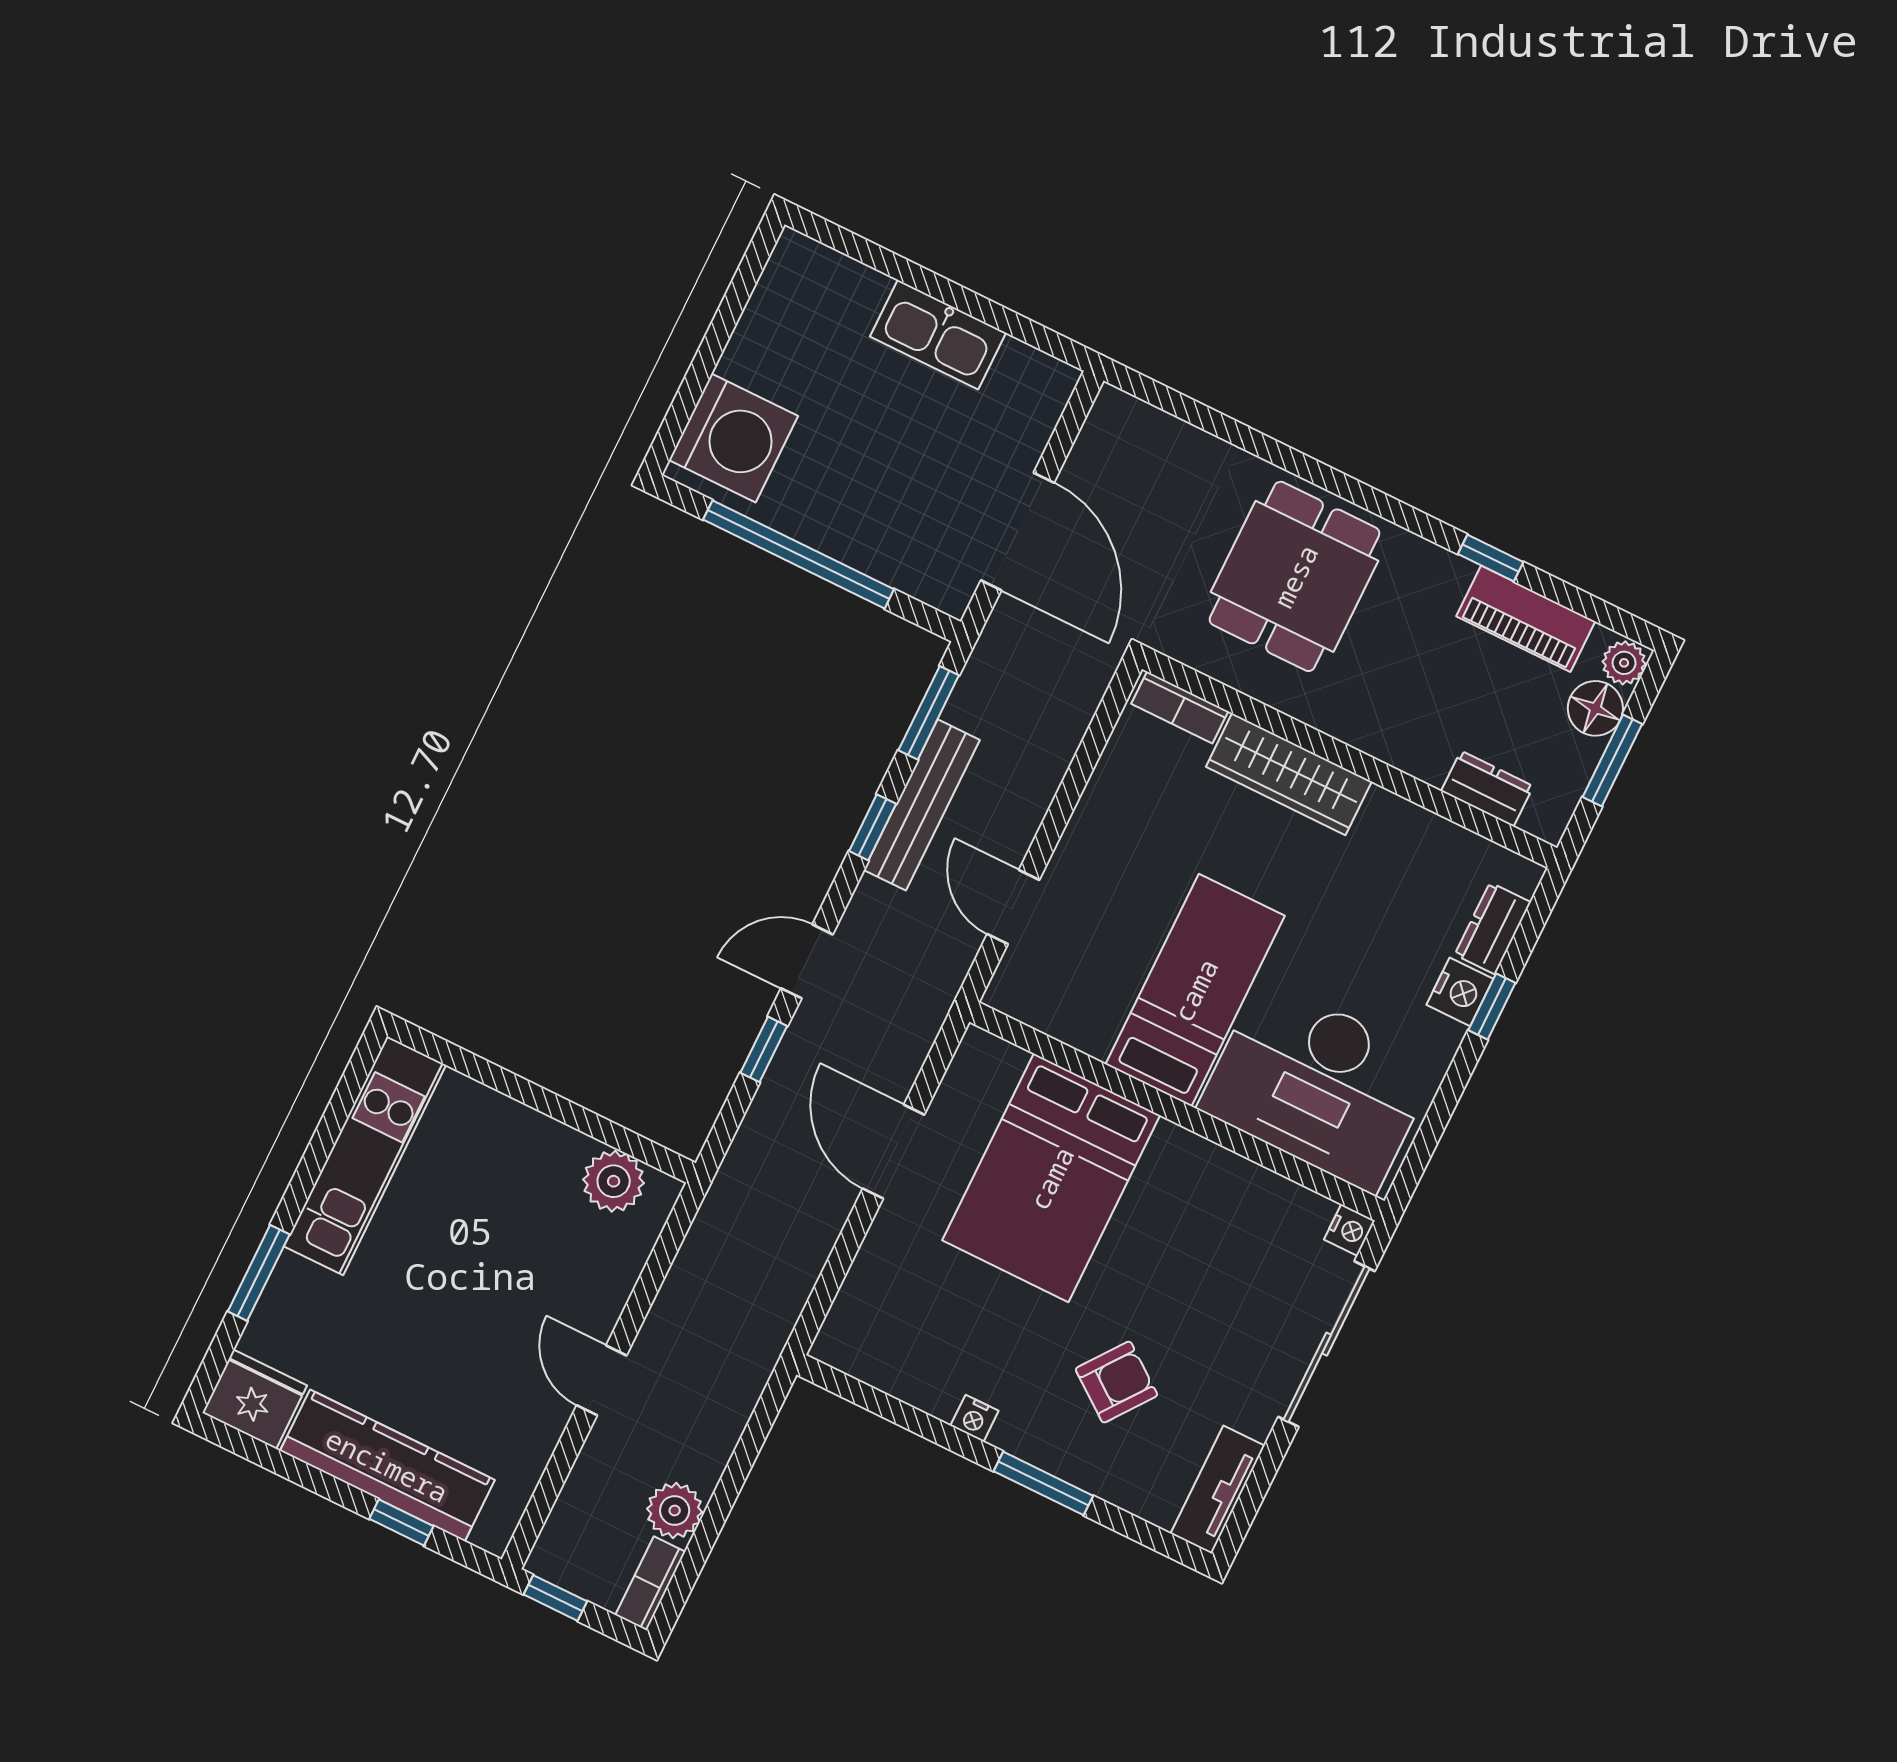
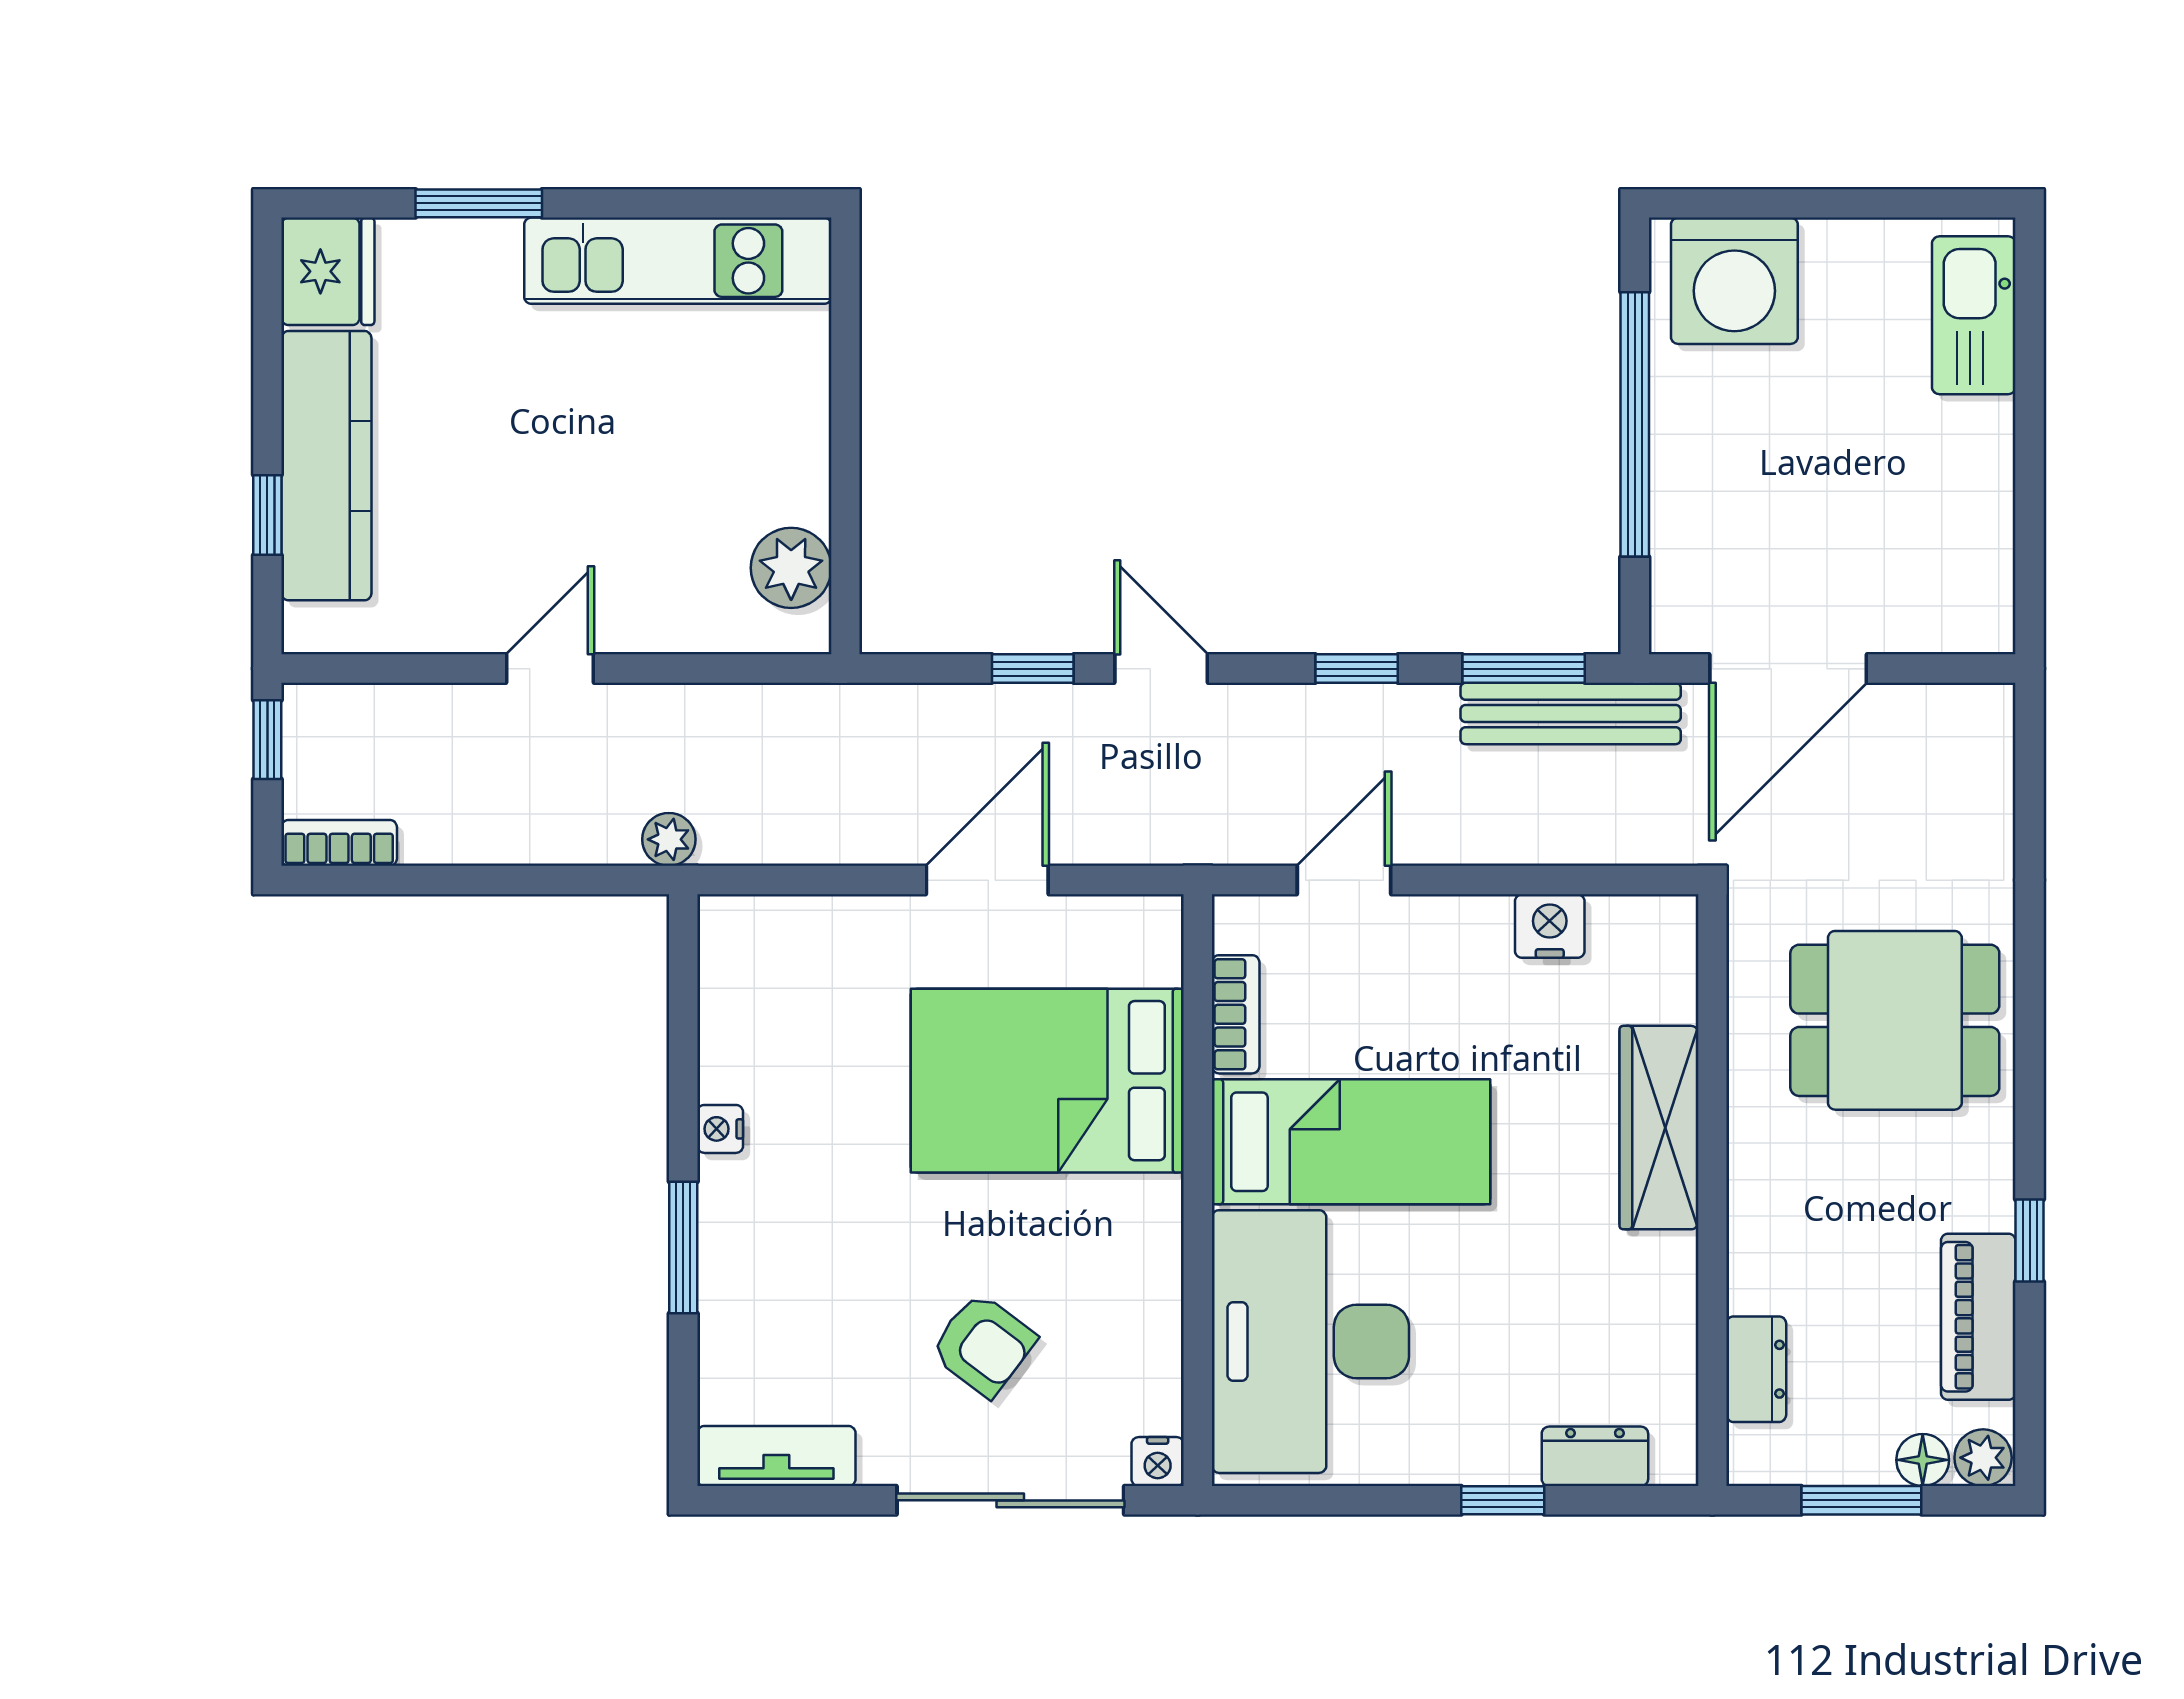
kitchen sink: (938, 335) -> (1974, 315), moved
bookcase: (1180, 707) -> (1236, 1014), moved, turned 180
floor lamp: (1595, 708) -> (1923, 1460), width x0.73, depth x0.73
bench: (922, 805) -> (1571, 713), moved
nightstand: (1460, 992) -> (1550, 926), moved, turned 180
armchair: (1116, 1382) -> (983, 1345), moved
plant: (675, 1510) -> (669, 839), moved, width x0.73, depth x0.73

